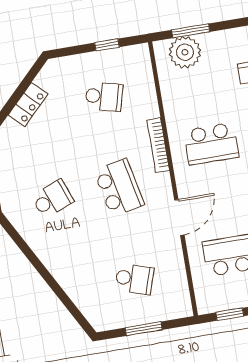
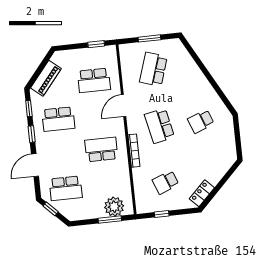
school desk: (104, 97) -> (165, 182), turned -36
locker: (28, 104) -> (202, 193), moved
school desk: (134, 279) -> (153, 69), width x1.85

